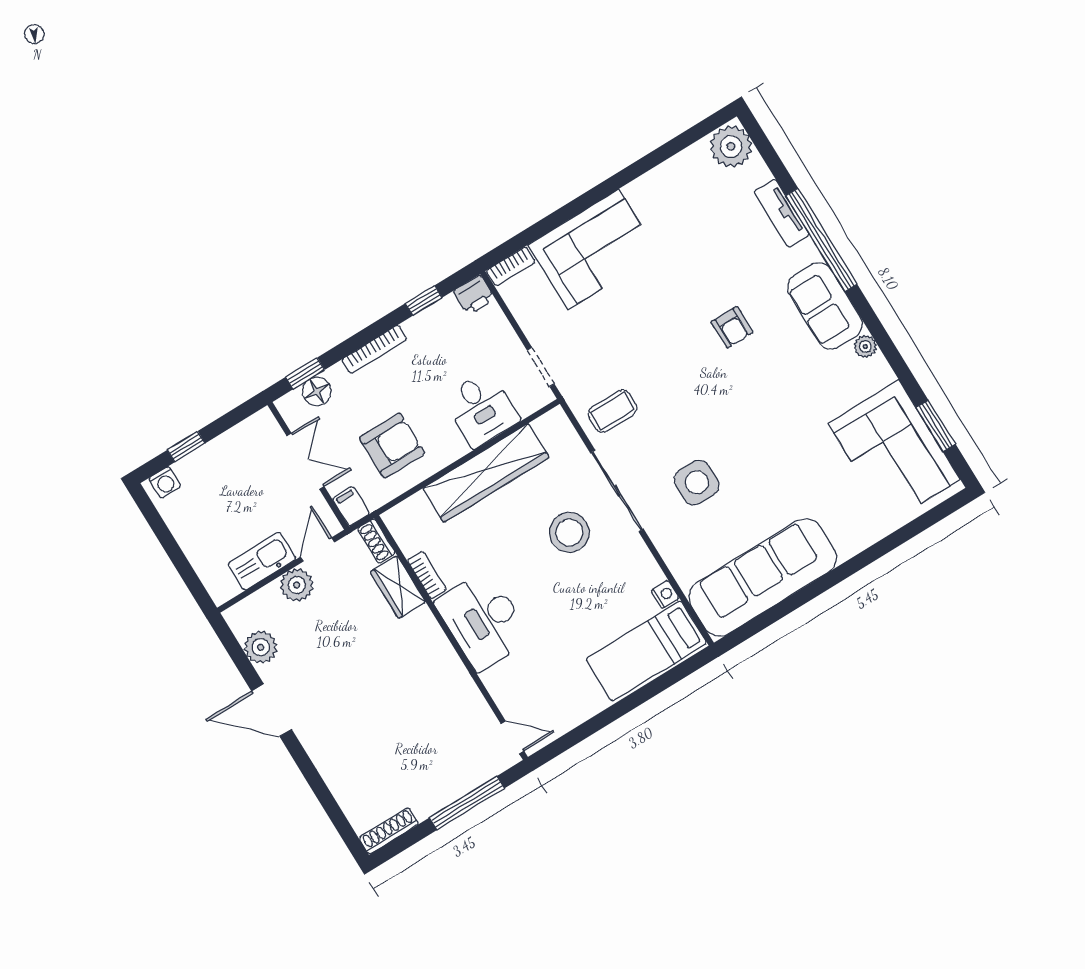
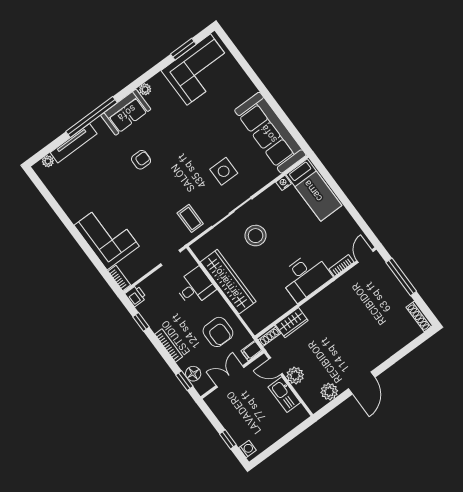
plant: (731, 147) -> (48, 161), width x0.53, depth x0.53
tv unit: (782, 213) -> (74, 143), width x1.41
armchair: (392, 445) -> (218, 332), turned 180
bookcase: (427, 575) -> (341, 266), moved

